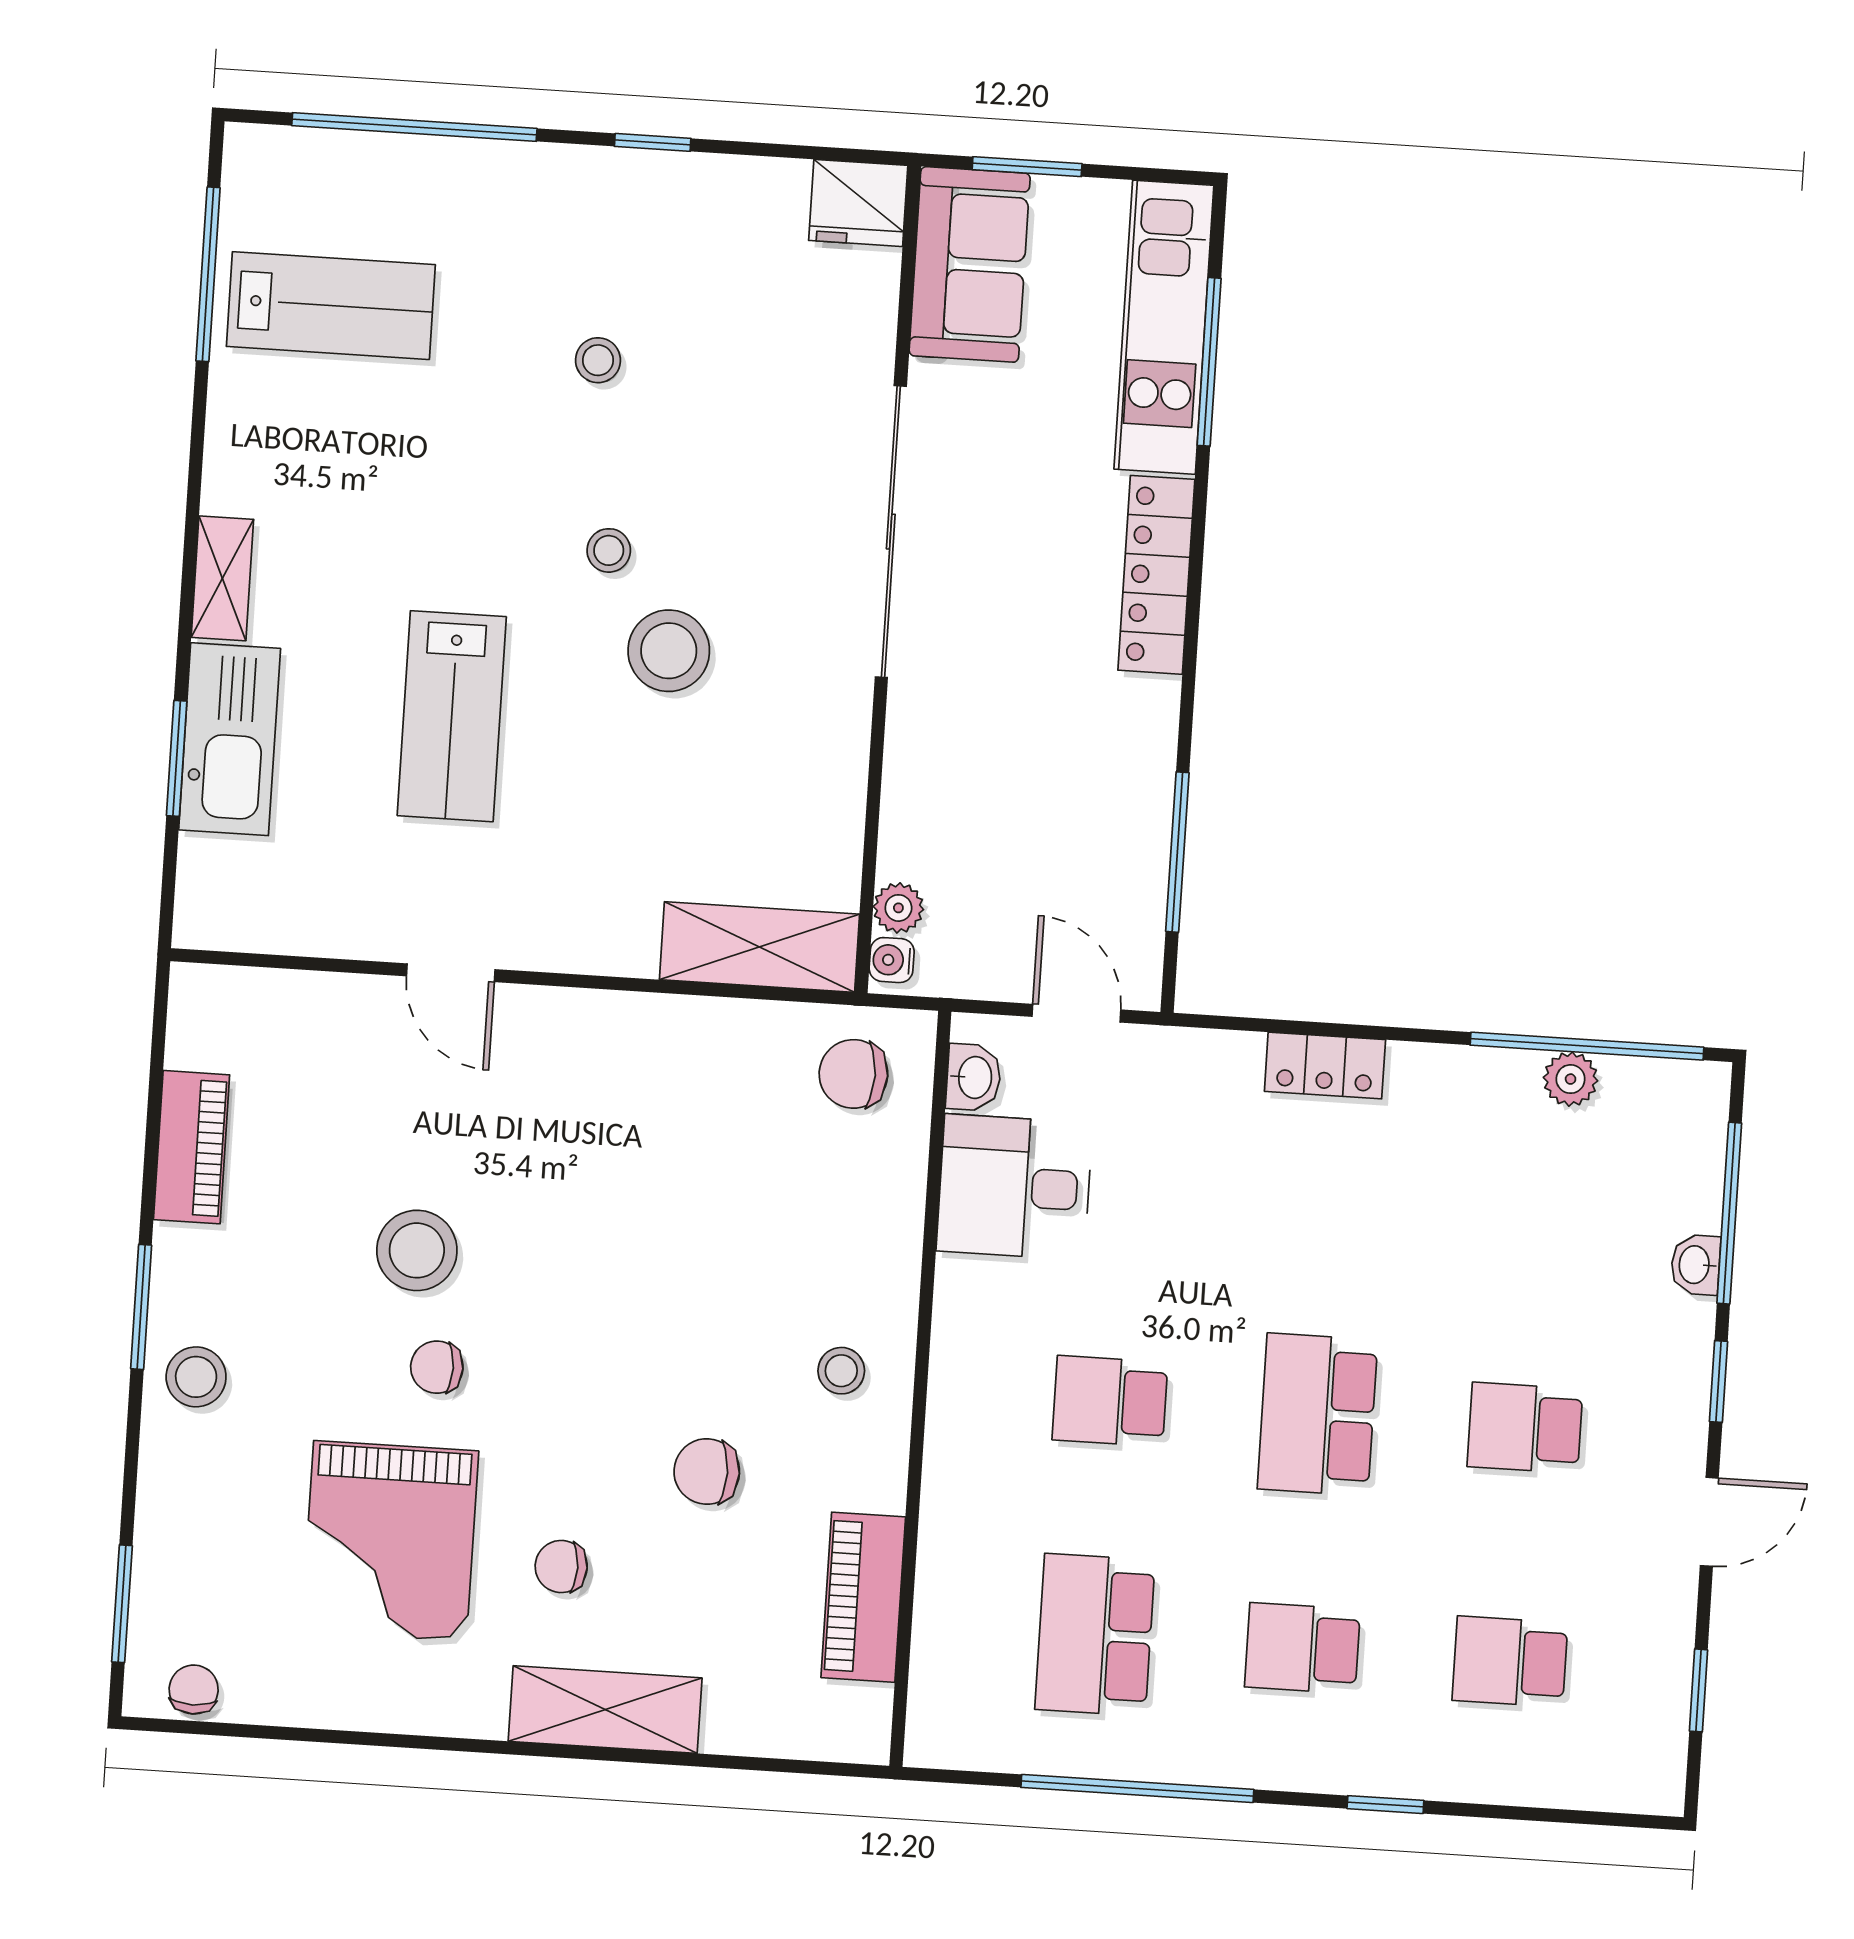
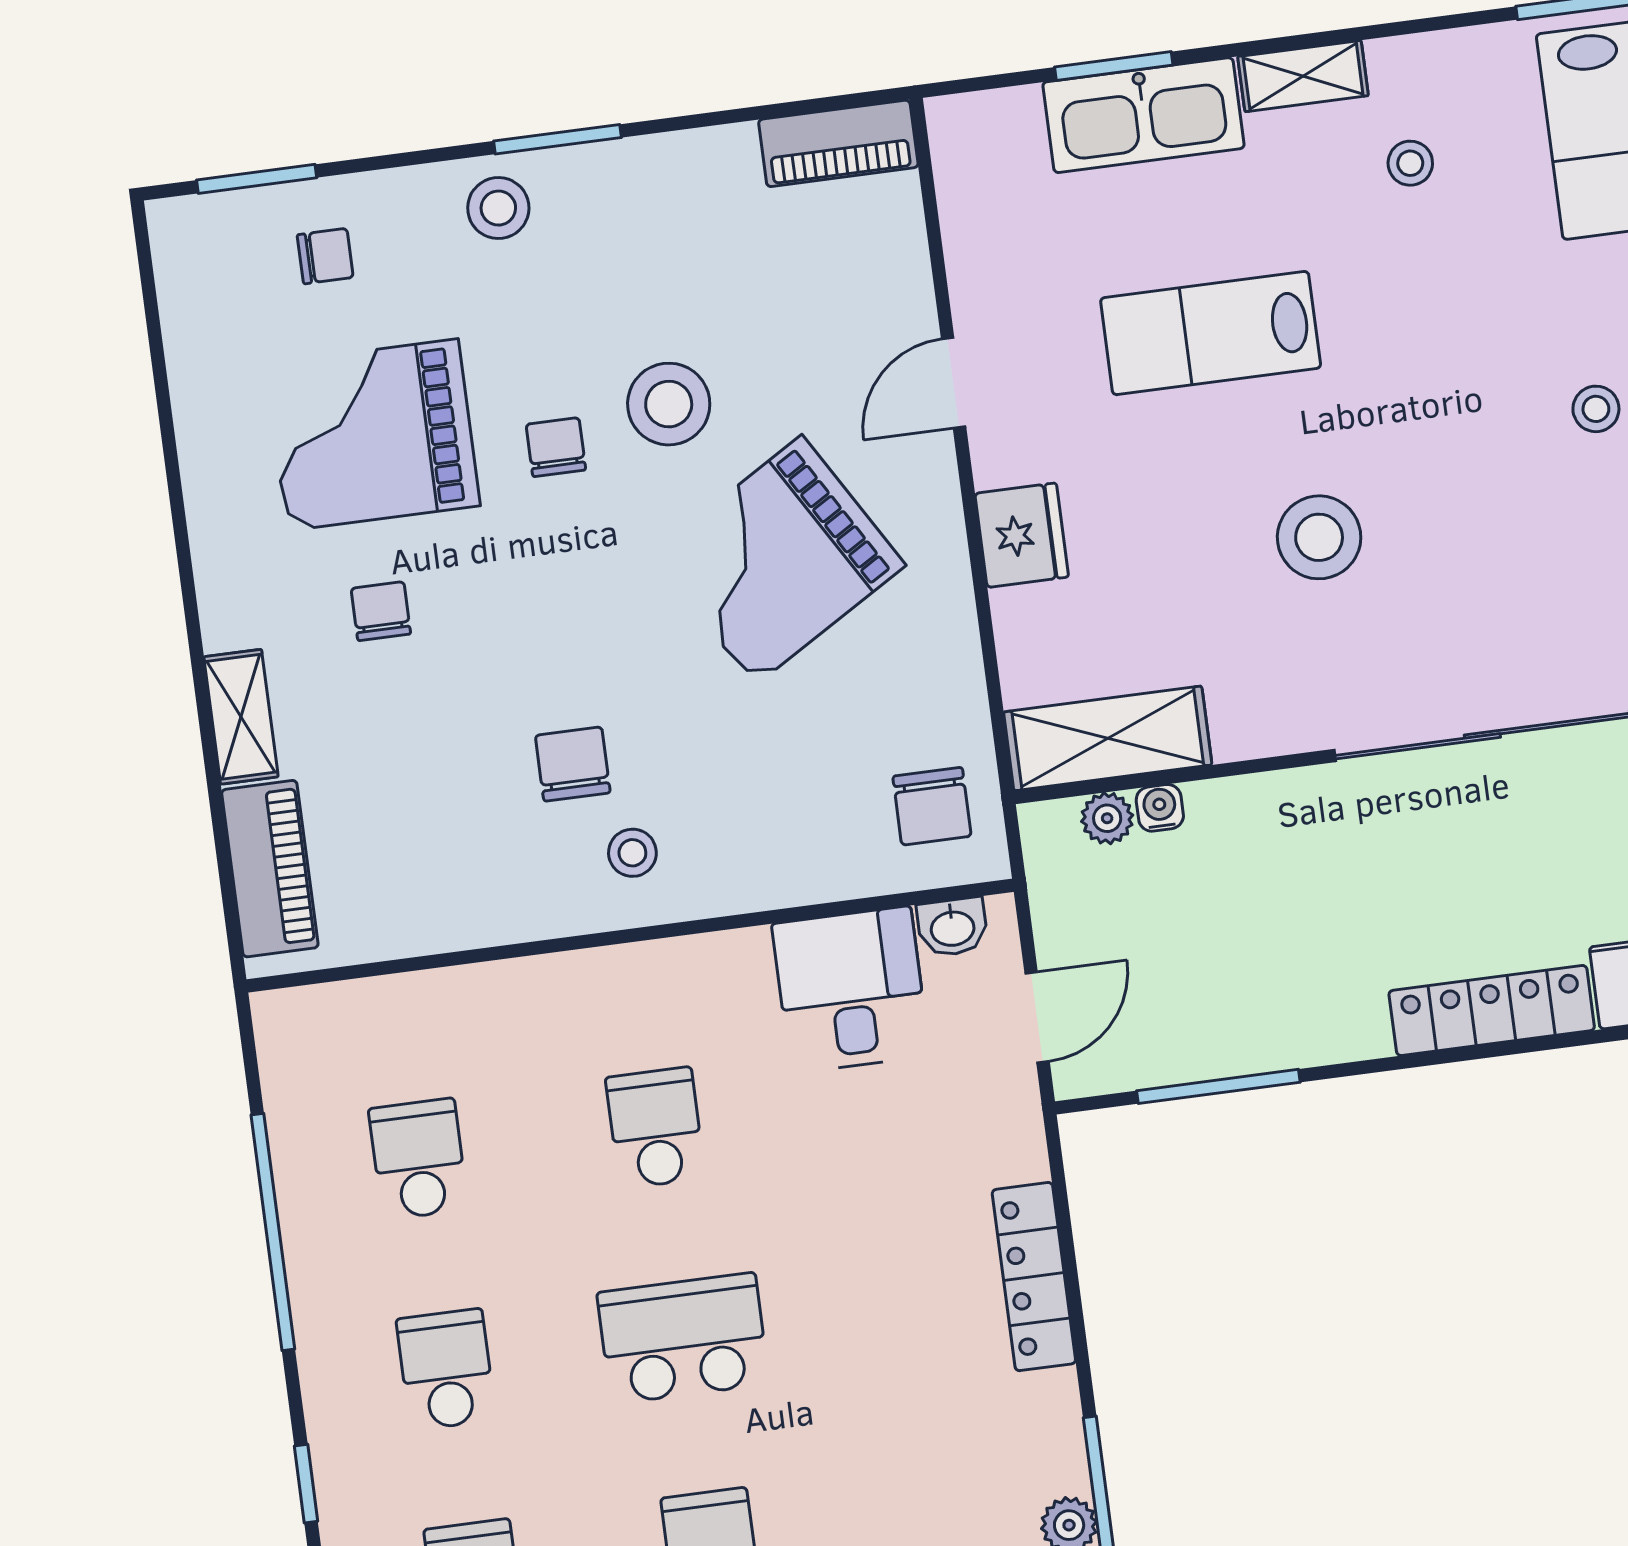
stool: (609, 550) -> (1410, 163), moved
fridge: (610, 936) -> (1022, 535), added
shelving: (759, 947) -> (1108, 738), moved, turned 90
water cooler: (892, 960) -> (1160, 808), moved
locker: (1325, 1066) -> (1034, 1277), width x1.53
chair: (853, 1074) -> (932, 806), turned 180
piano: (192, 1147) -> (838, 143), moved
grand piano: (588, 1175) -> (778, 560), added
chair: (707, 1472) -> (573, 764), moved
piano: (863, 1597) -> (270, 869), moved, turned 90
school desk: (1095, 1635) -> (418, 1159), width x0.54
chair: (194, 1690) -> (325, 256), moved
shelving: (605, 1710) -> (241, 717), width x0.67, depth x0.75

